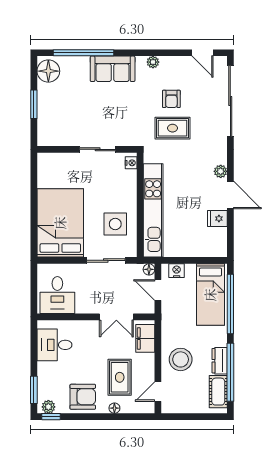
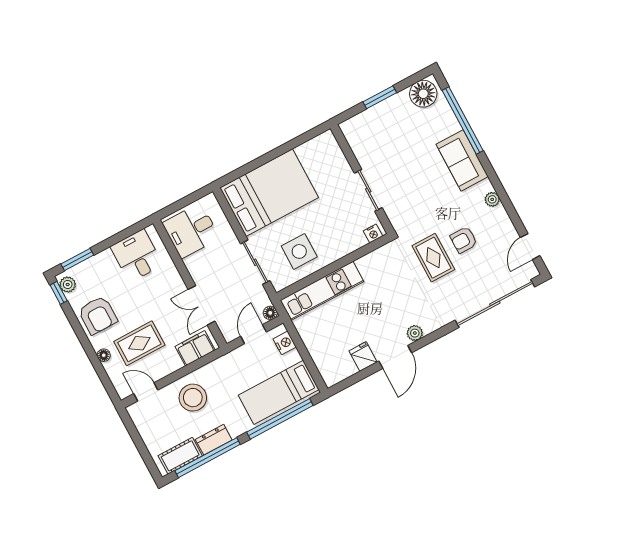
kitchen unit: (153, 210) -> (322, 291), width x0.73

